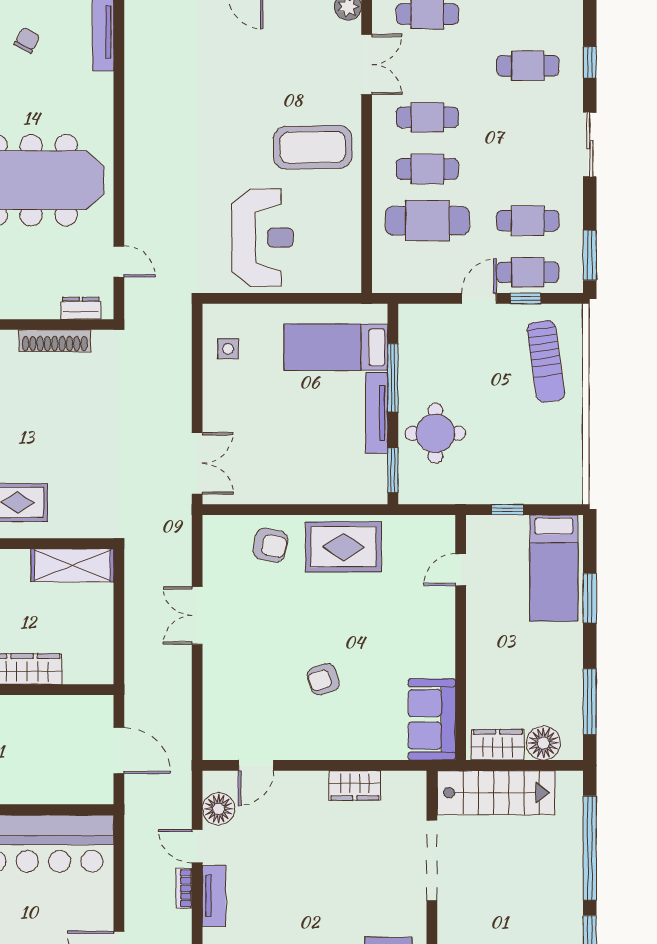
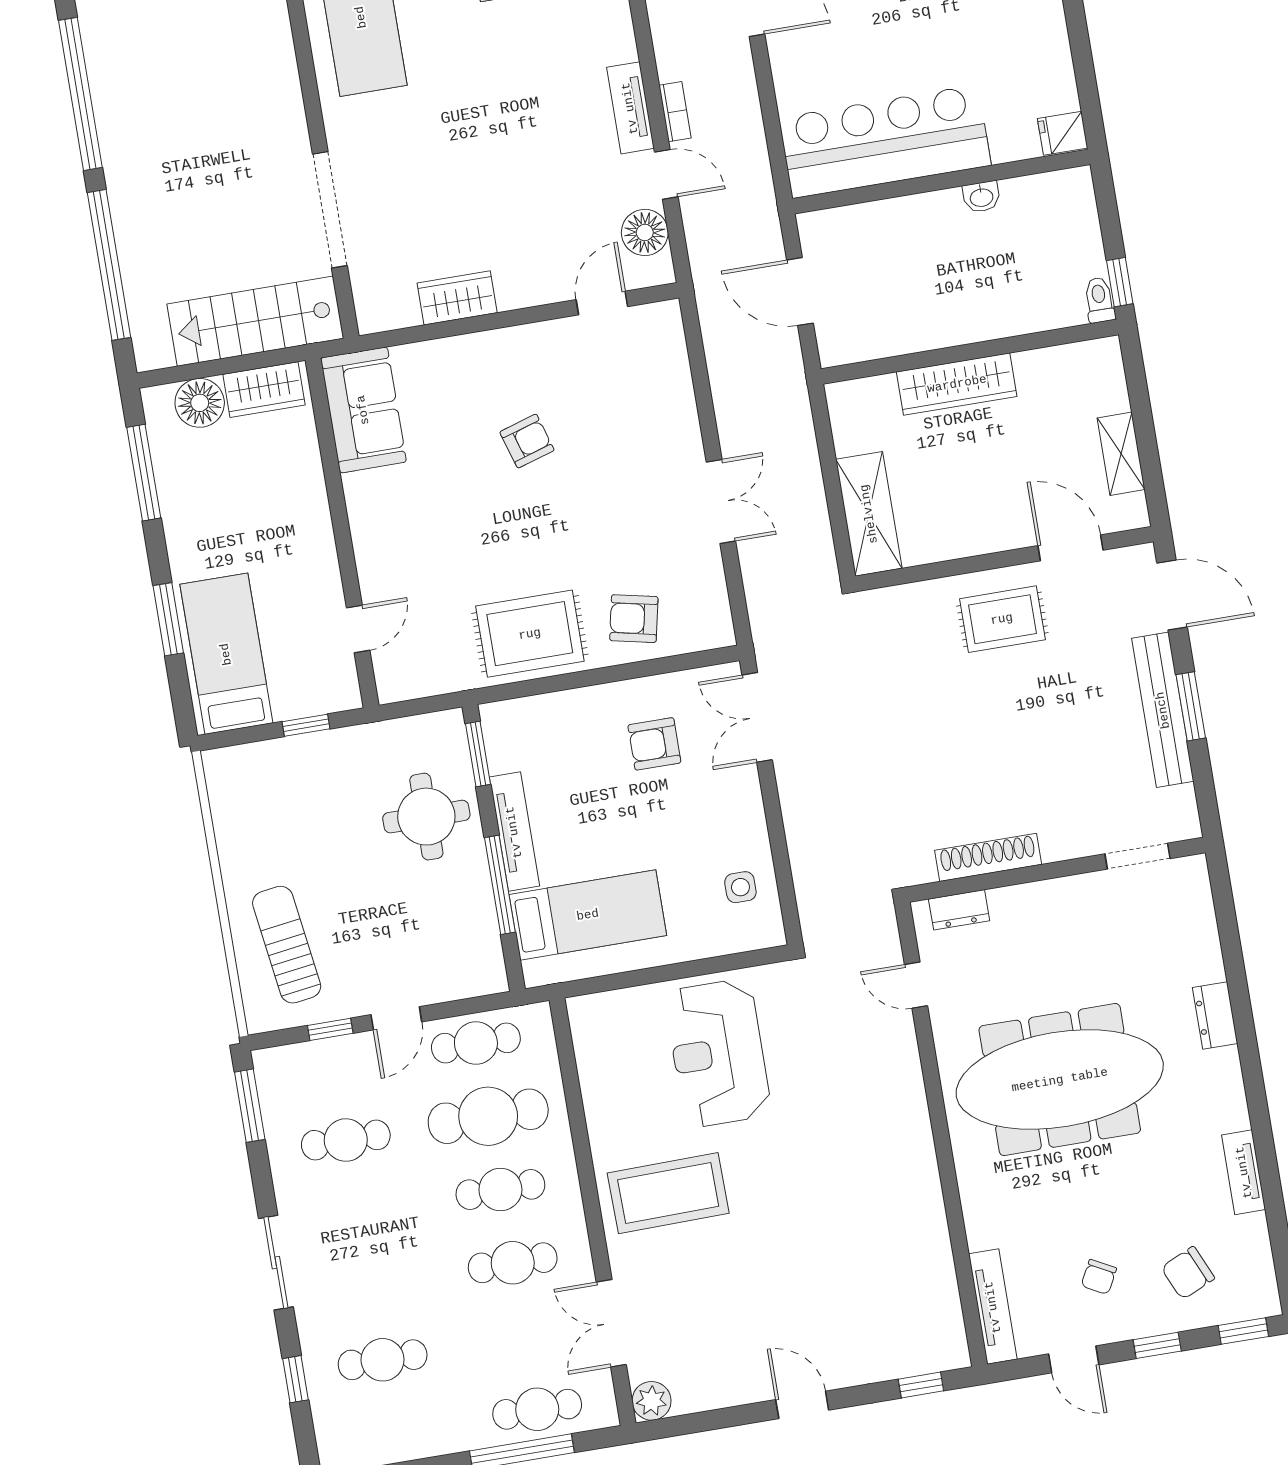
cafe table: (528, 272) -> (476, 1043), moved
armchair: (271, 457) -> (654, 744), added
shelving: (72, 565) -> (869, 514), moved, turned 90

